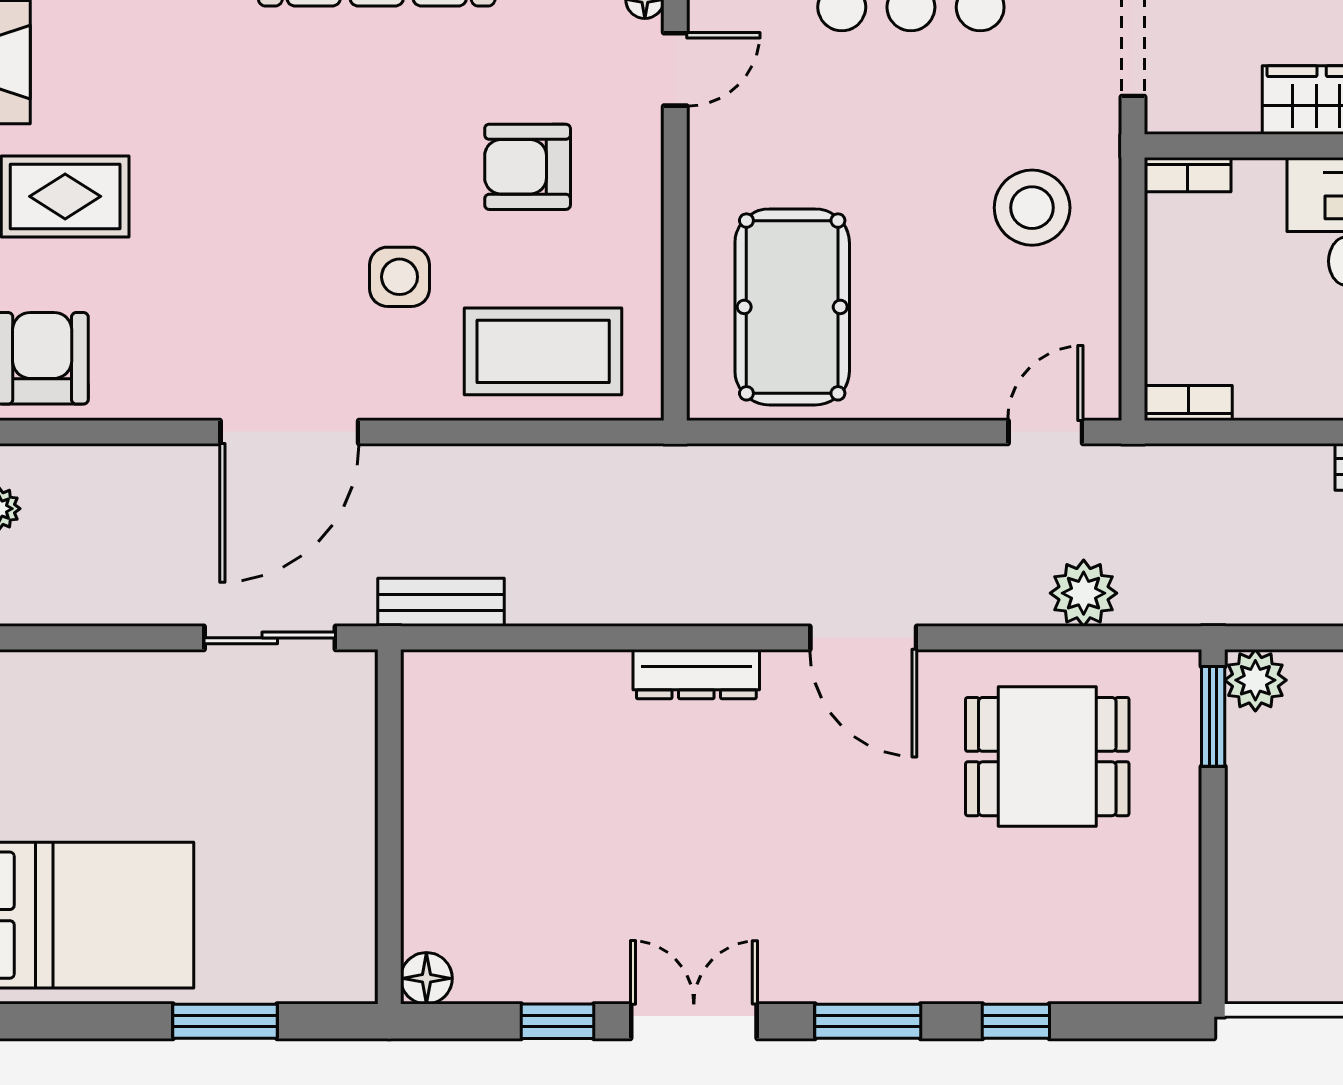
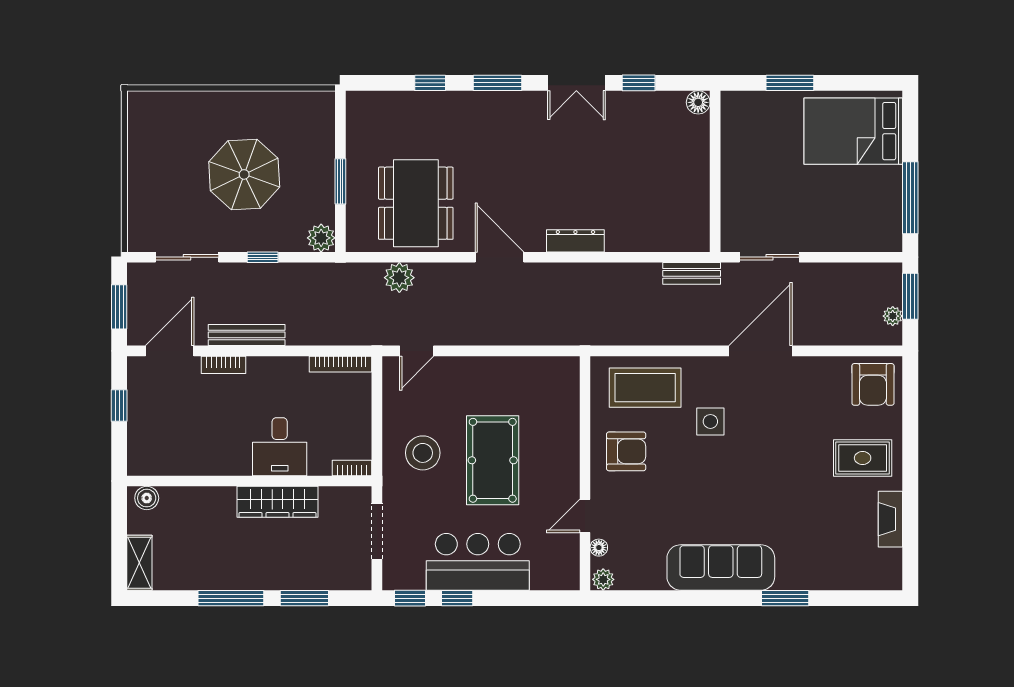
armchair: (528, 167) -> (626, 451), moved
pool table: (792, 307) -> (493, 460), moved
bookcase: (1188, 403) -> (340, 364), width x1.56
window: (1213, 716) -> (340, 181), moved
dining table: (1047, 757) -> (416, 203), width x1.37

